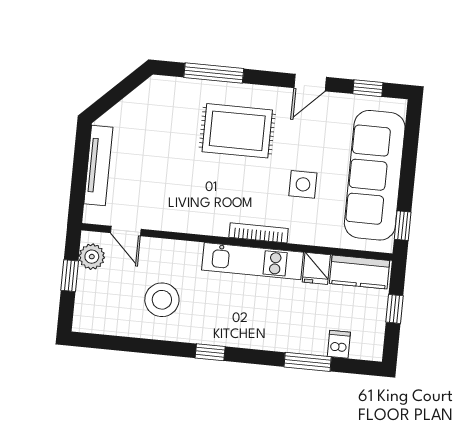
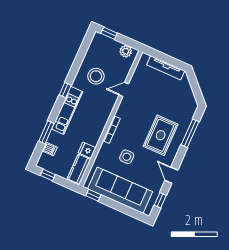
door: (126, 231) -> (124, 89), moved
kitchen unit: (252, 261) -> (67, 110), moved, turned 180
window: (70, 276) -> (109, 33), moved
window: (394, 309) -> (48, 175), moved

